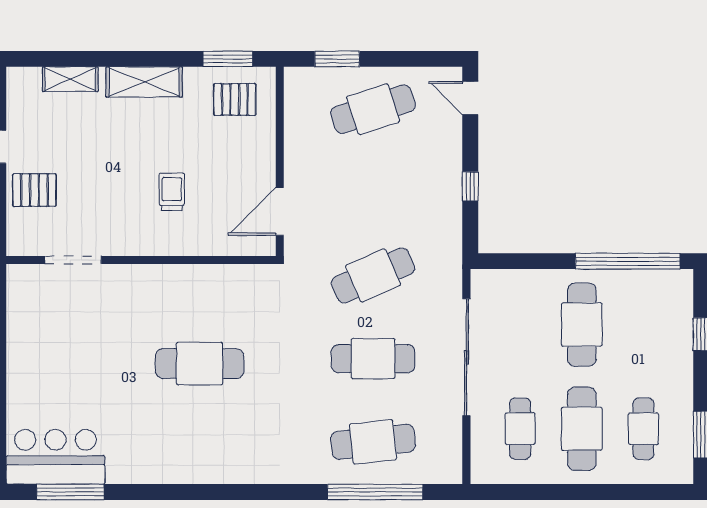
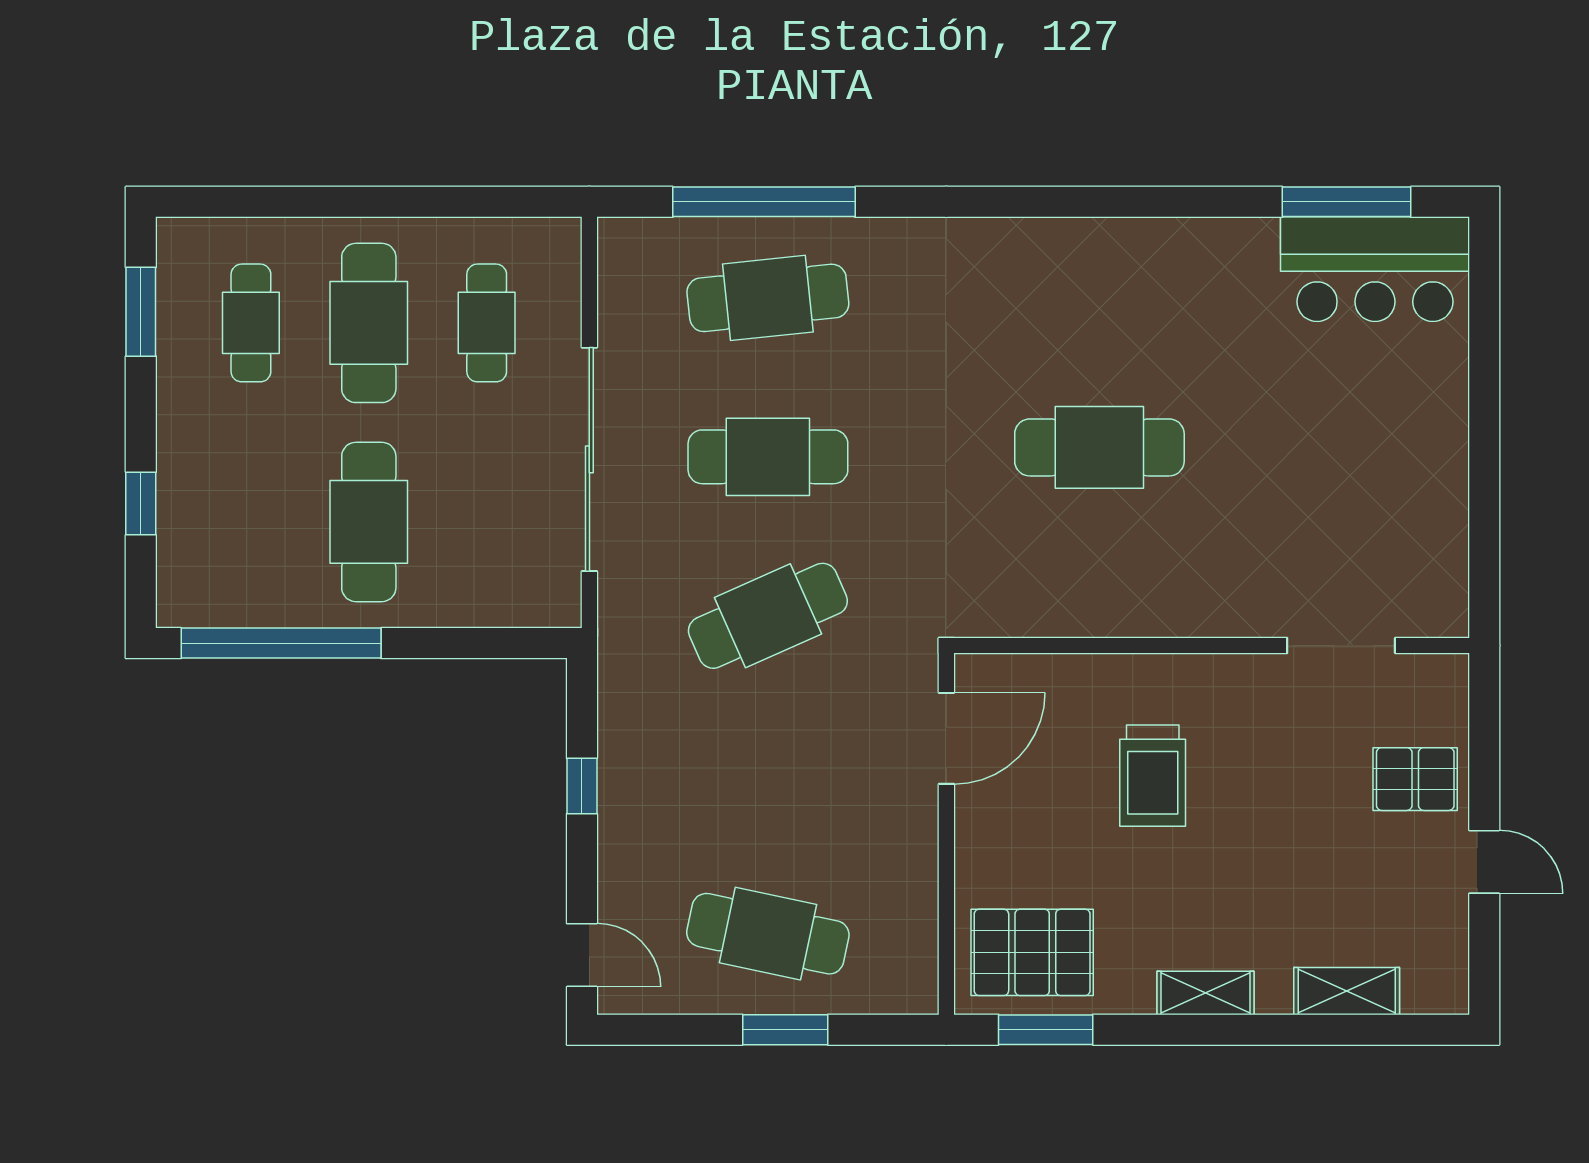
window: (337, 59) -> (785, 1030), moved
shelving: (144, 82) -> (1206, 993), width x0.67, depth x0.75
pallet: (235, 99) -> (1032, 952), width x1.50, depth x1.42
cafe table: (373, 109) -> (768, 934), turned 30
trolley: (172, 192) -> (1153, 776), width x1.36, depth x1.39

